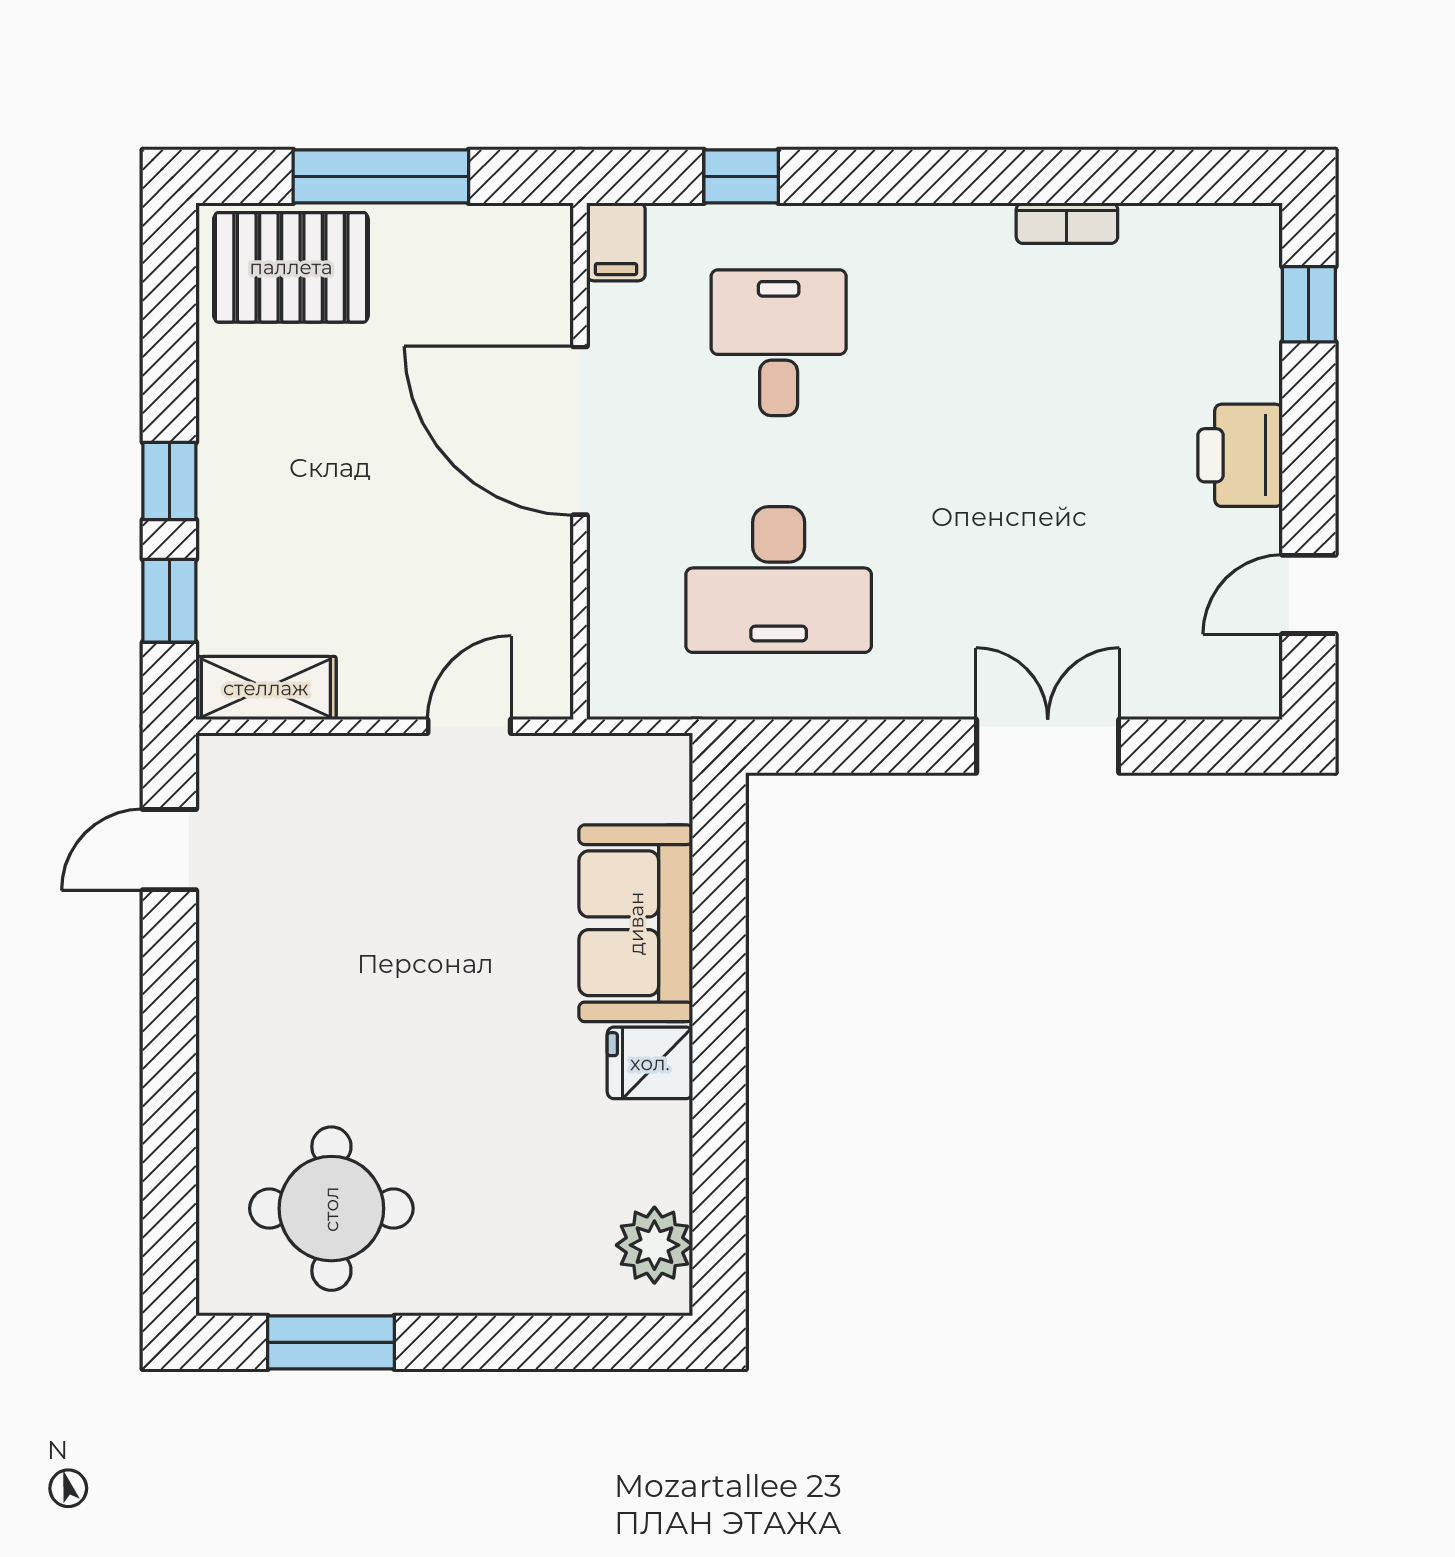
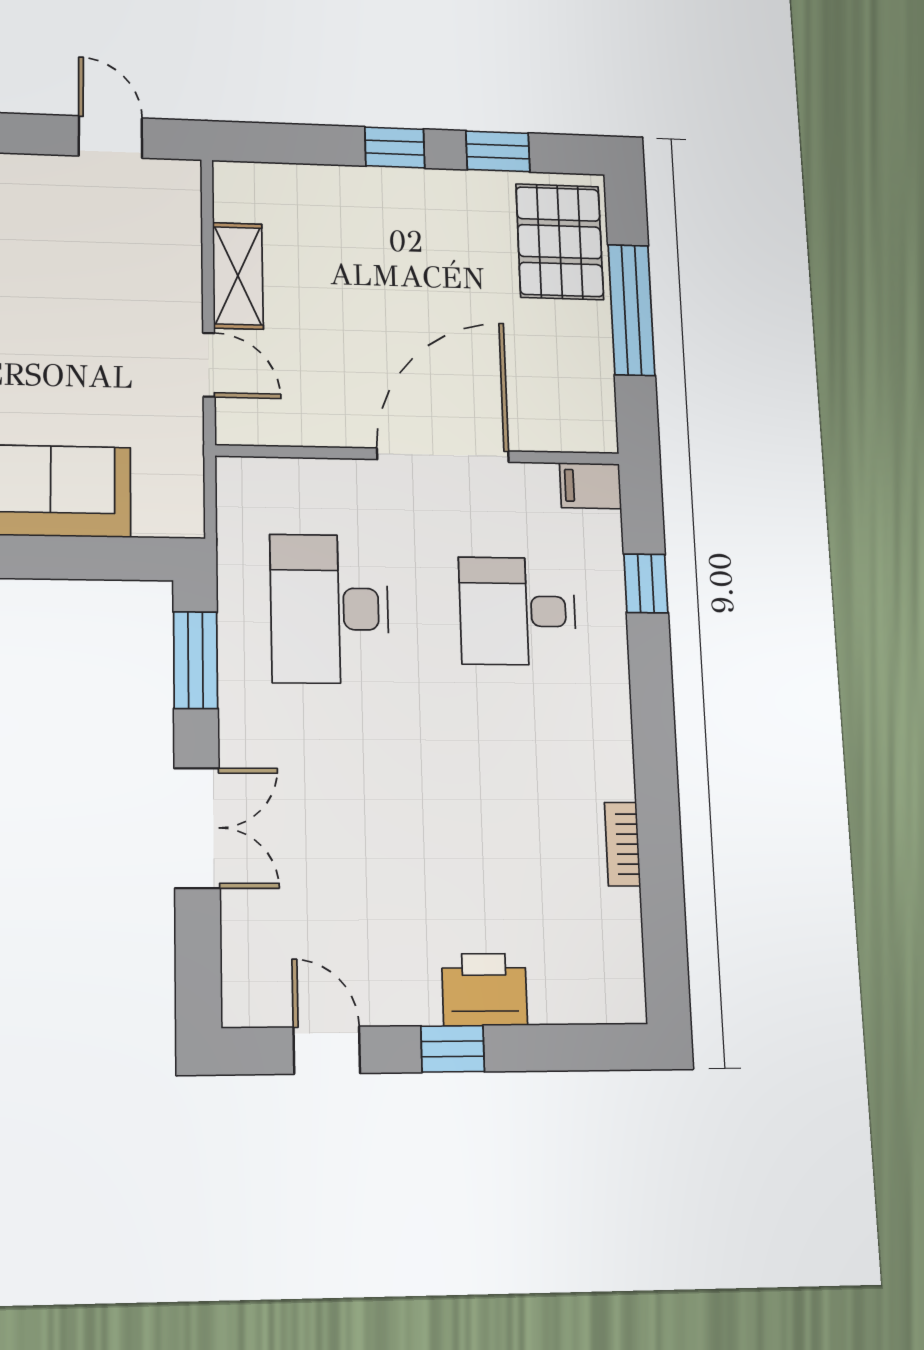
window: (1309, 304) -> (453, 1049), moved
desk: (779, 343) -> (518, 611), turned 180
printer: (1240, 455) -> (485, 990), moved
window: (169, 601) -> (498, 151), moved
shelving: (266, 688) -> (238, 276), moved
window: (844, 746) -> (196, 660), added

